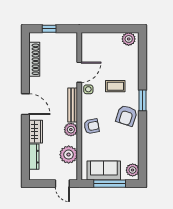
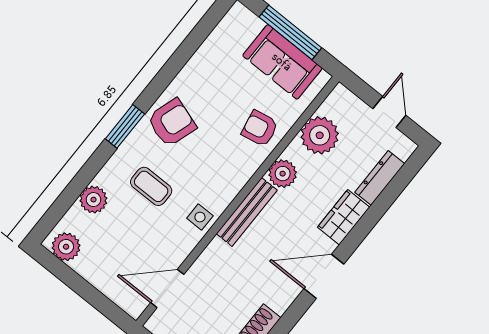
door: (79, 72) -> (167, 289), moved
door: (25, 104) -> (324, 276), hinge flipped
armchair: (92, 126) -> (260, 128), moved
plant: (133, 170) -> (93, 200), moved
door: (62, 184) -> (389, 112), moved

